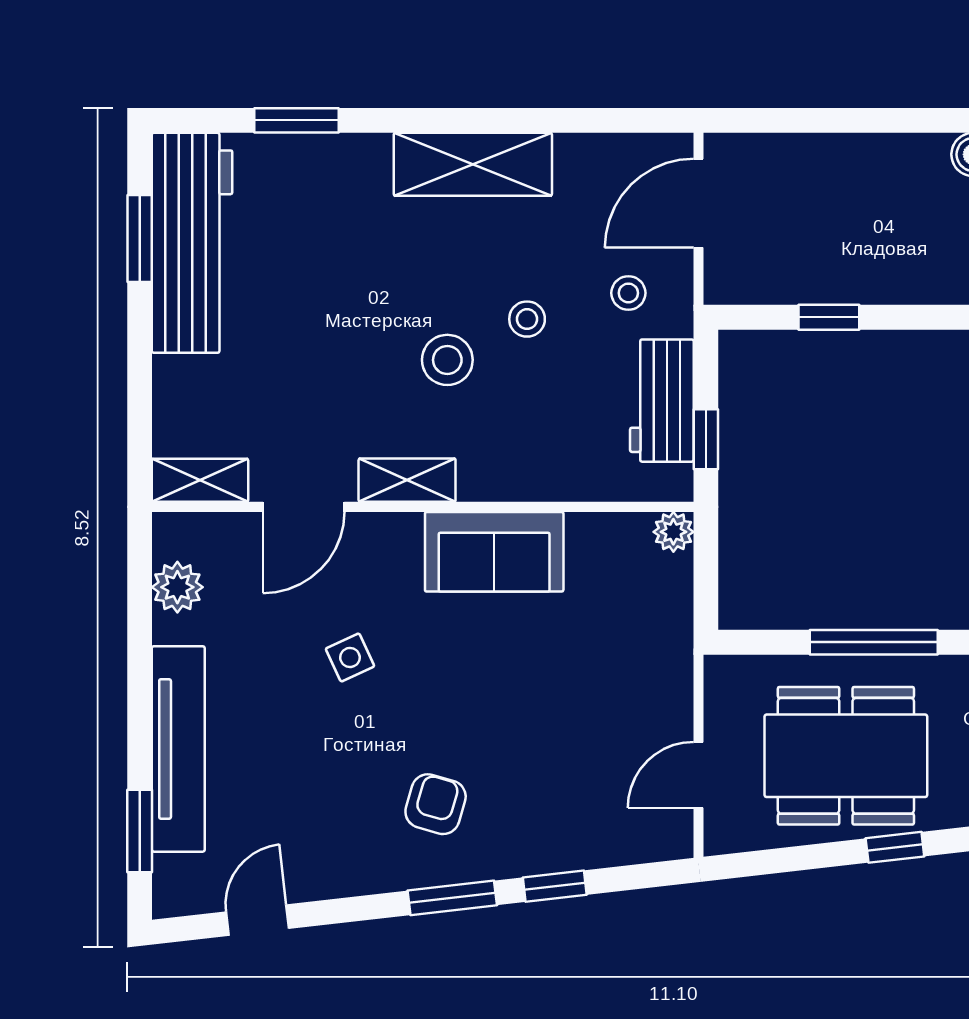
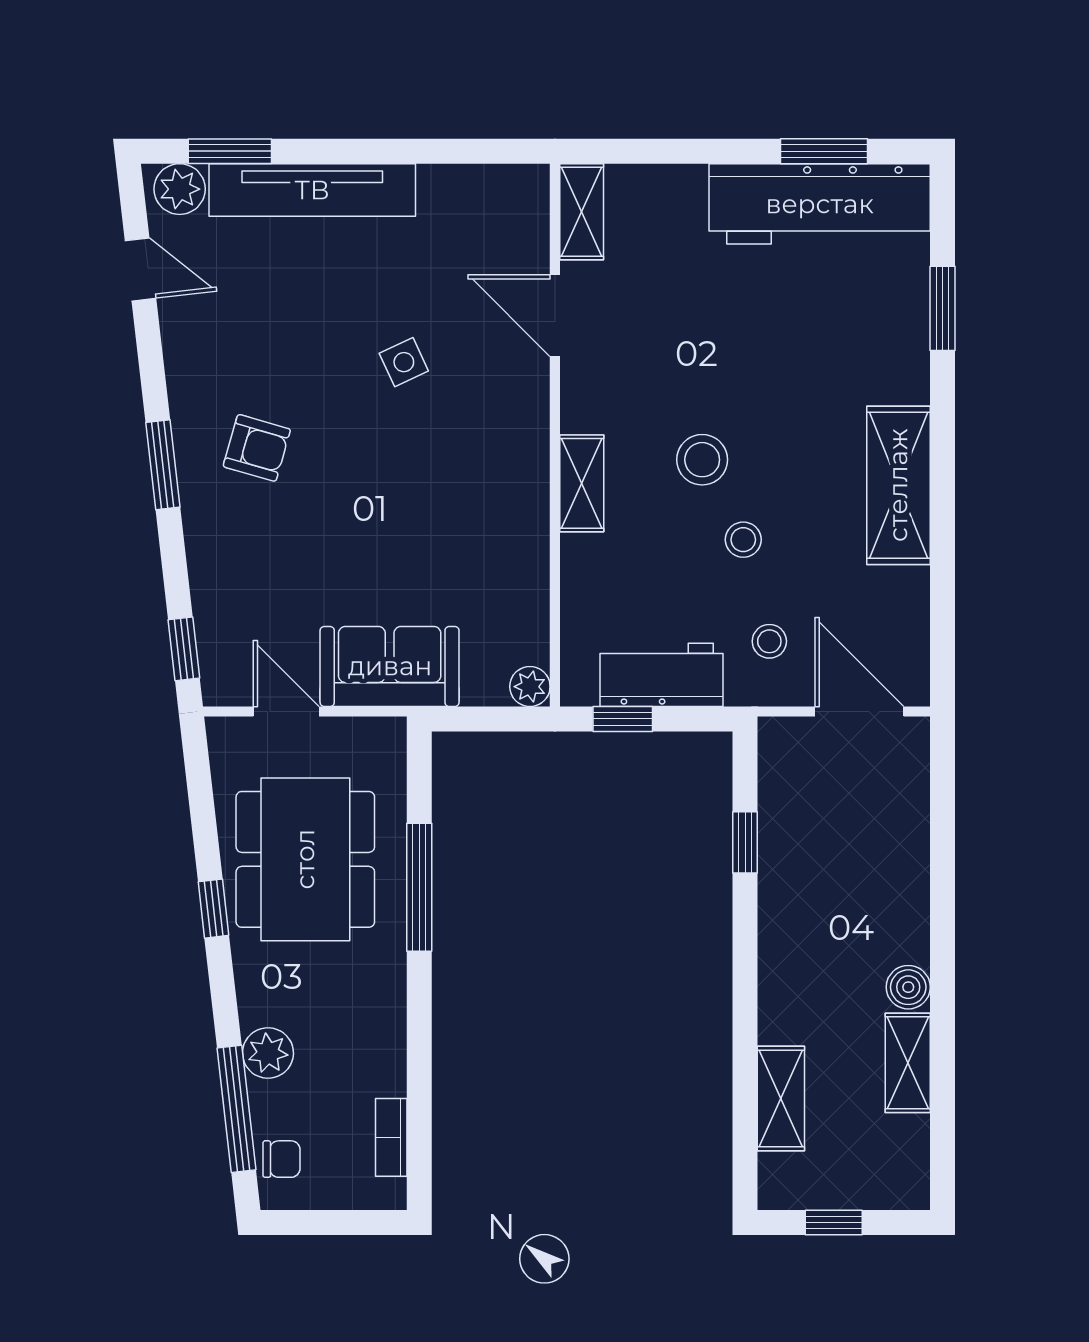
shelving: (407, 480) -> (582, 483), moved
sofa: (494, 552) -> (390, 666), moved, turned 90
plant: (177, 587) -> (180, 189), moved
window: (555, 886) -> (184, 649), moved

